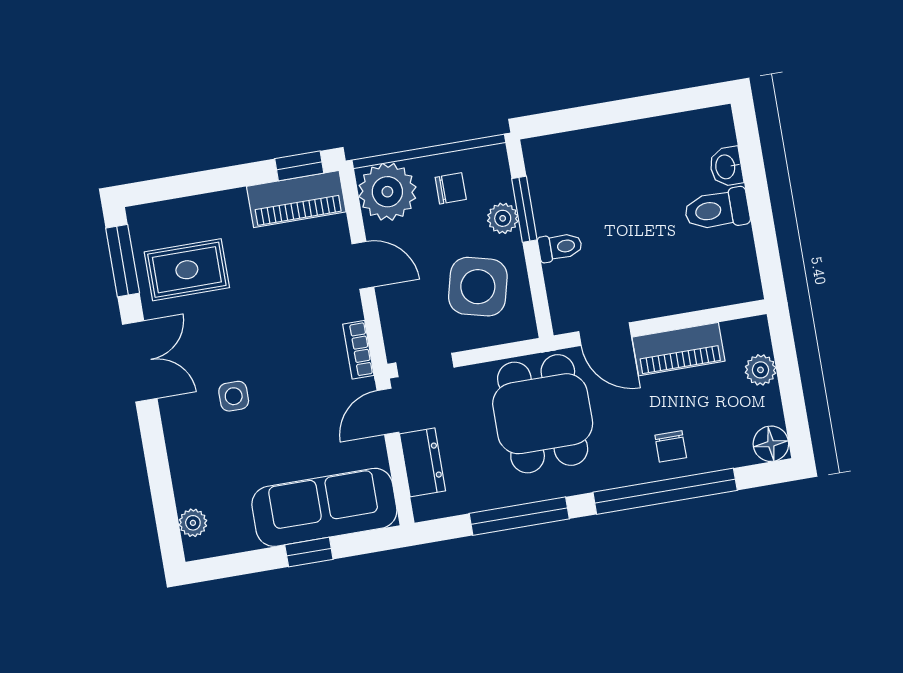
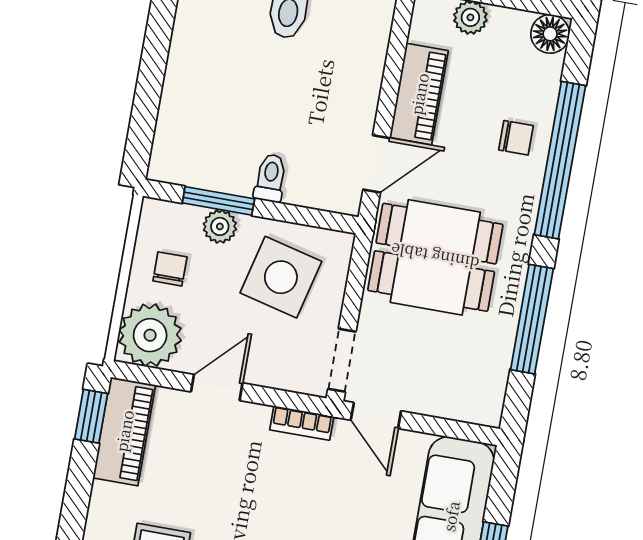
dresser: (422, 462) -> (441, 399), removed

